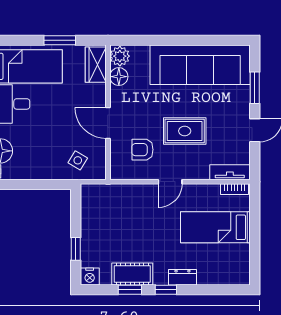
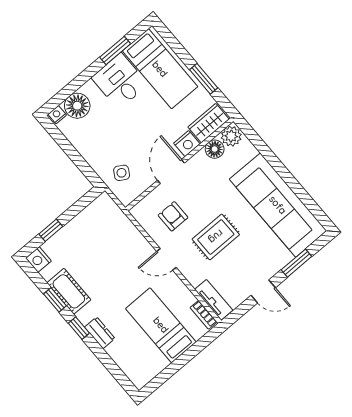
nightstand: (97, 94) -> (187, 144), added
rug: (185, 131) -> (216, 237), turned 90

